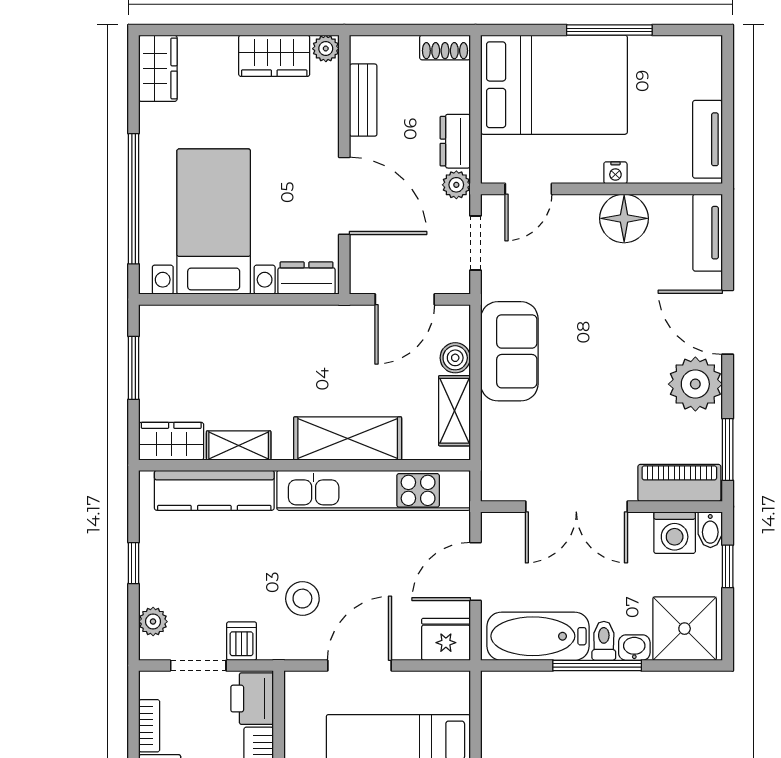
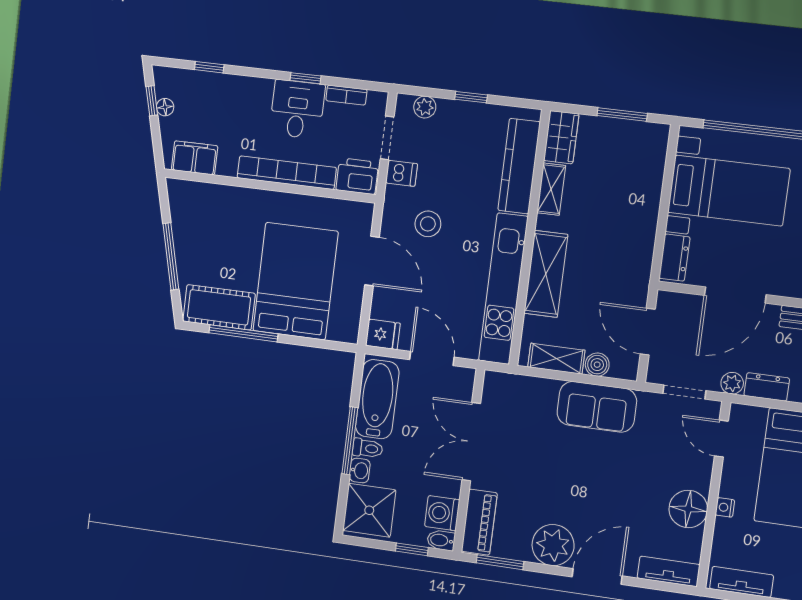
fridge: (446, 639) -> (383, 334), width x0.72

